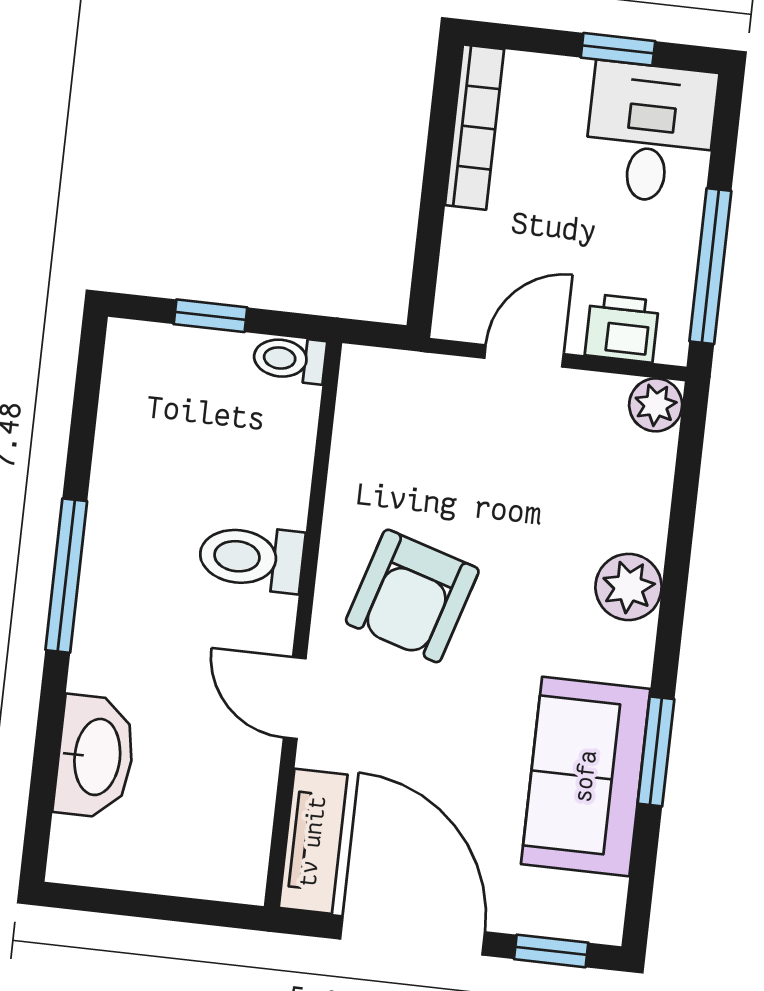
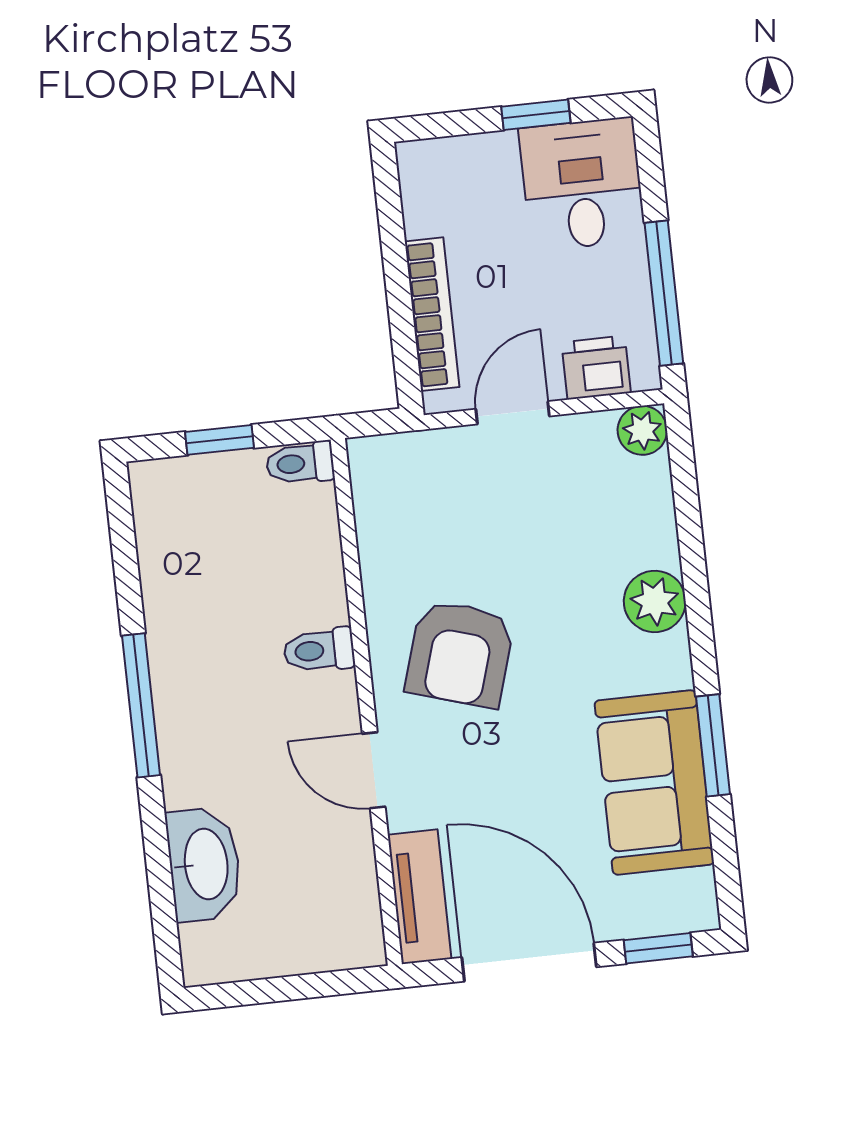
bookcase: (475, 127) -> (432, 314), moved
toilet: (251, 558) -> (319, 650), width x0.73, depth x0.72

